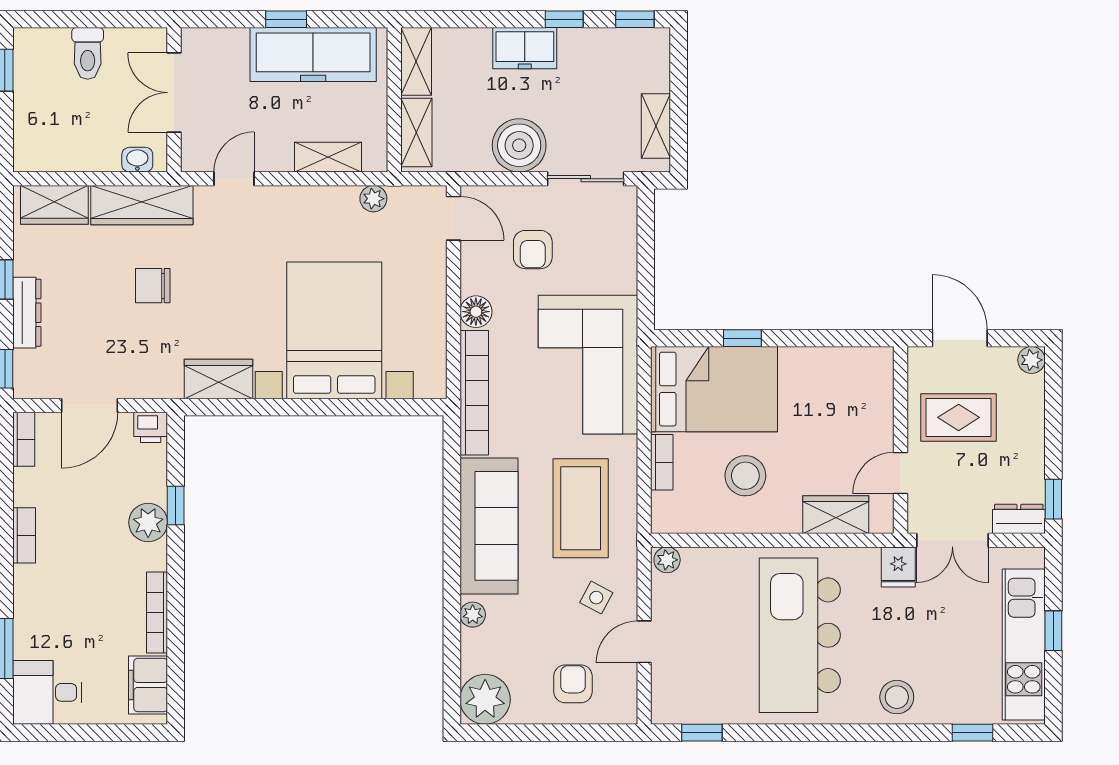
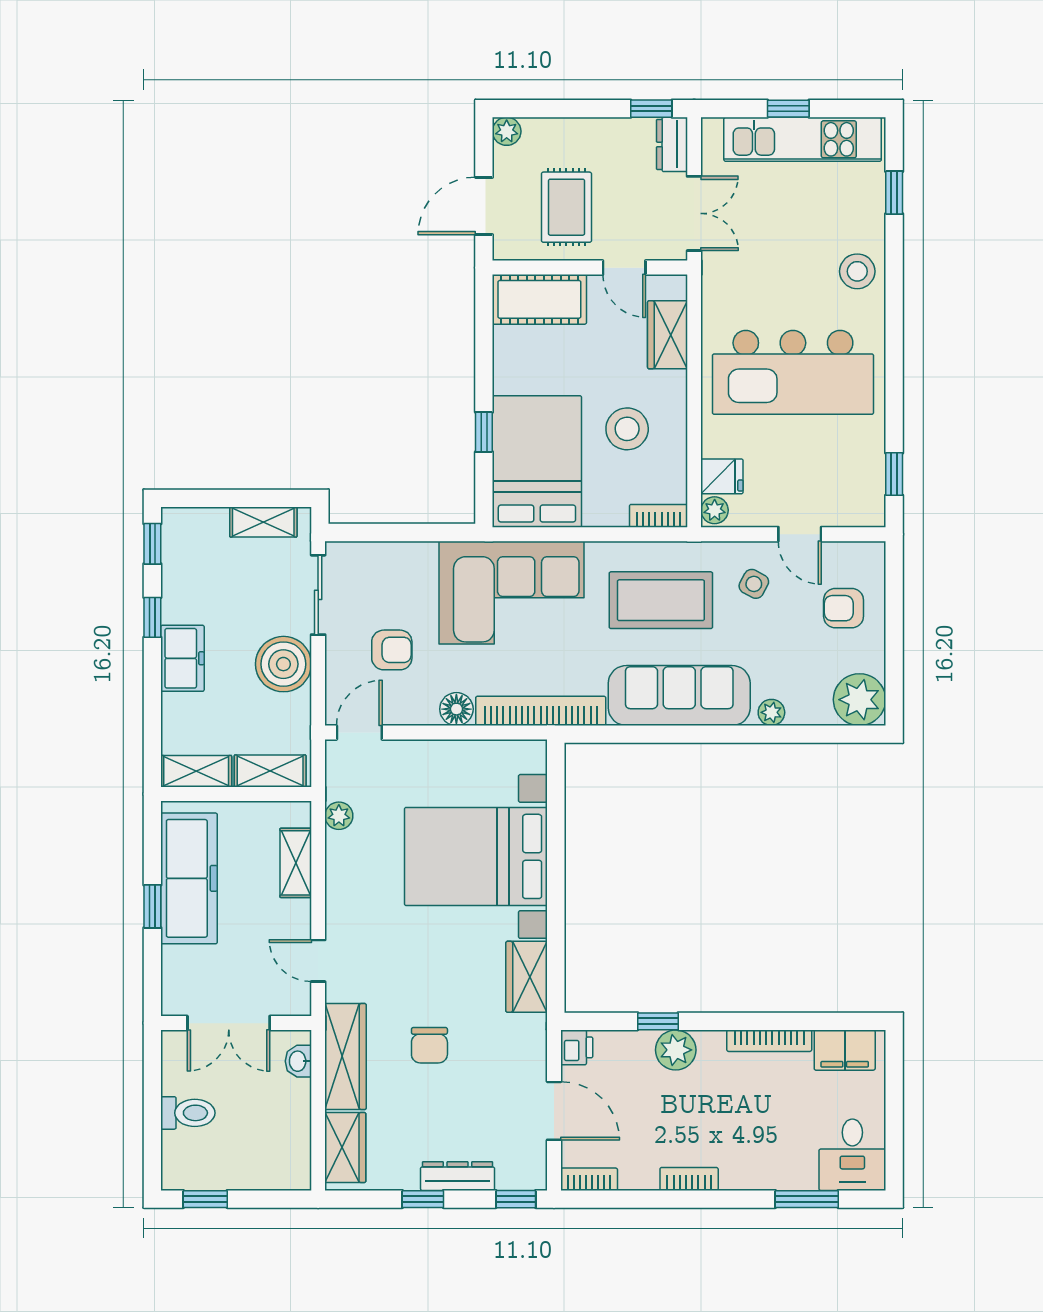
cot: (870, 391) -> (539, 299), added
bookcase: (662, 462) -> (658, 516), moved
fridge: (898, 567) -> (722, 476), moved

